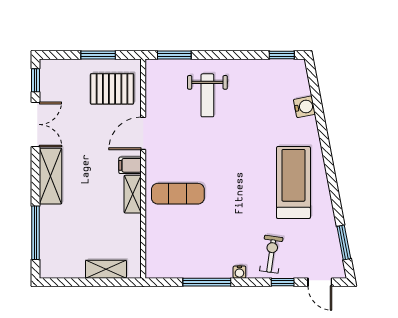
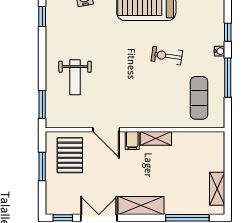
weight bench: (207, 95) -> (75, 77), turned 90
exercise mat: (178, 194) -> (199, 98), moved
exercise bike: (271, 254) -> (167, 56), moved
shelving: (106, 269) -> (217, 189), moved
window: (283, 282) -> (228, 32), moved

